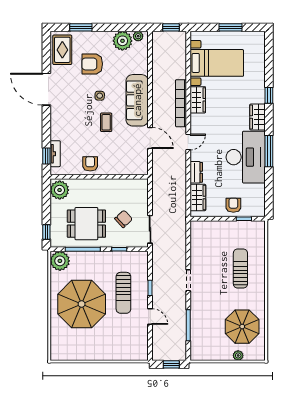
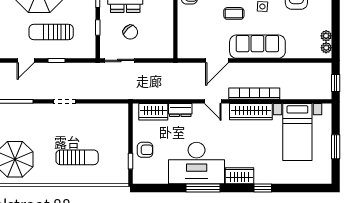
plant: (122, 41) -> (326, 36), width x0.53, depth x0.53
wardrobe: (198, 100) -> (251, 112), width x1.50

